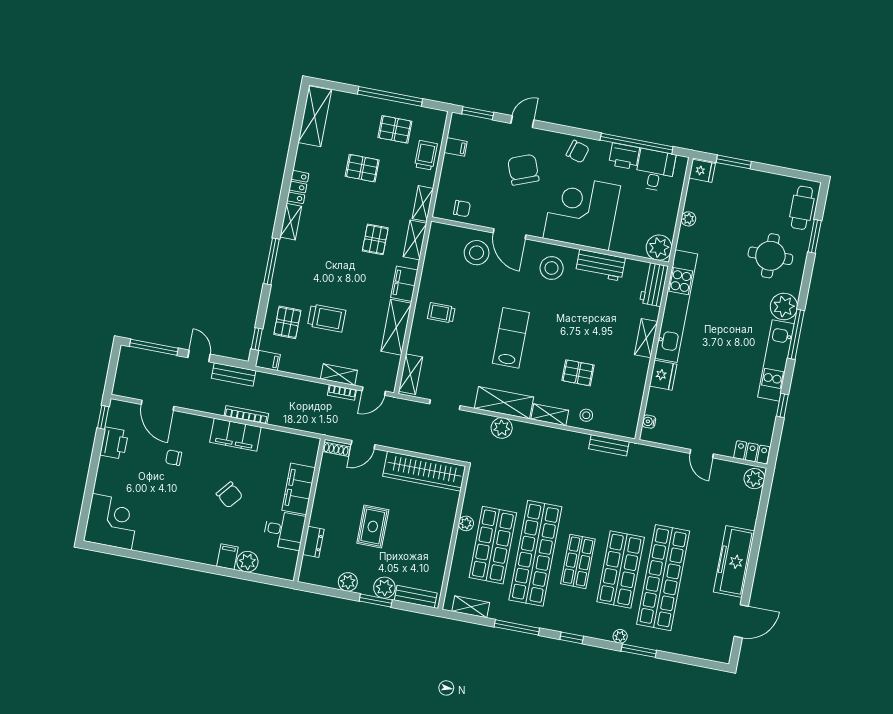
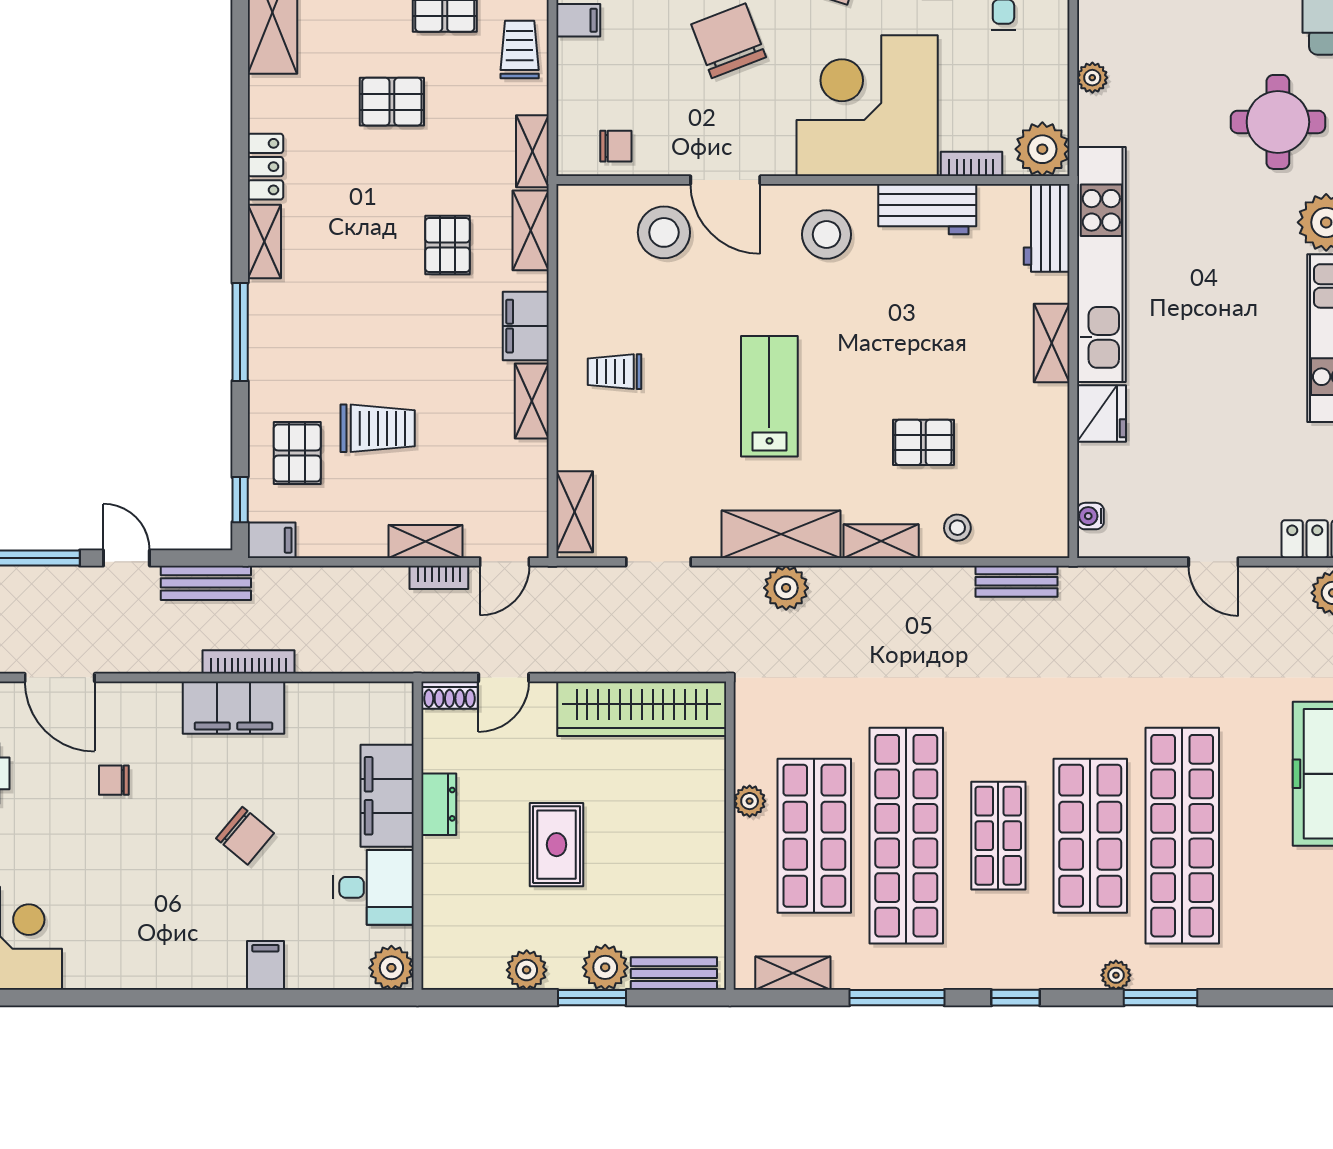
bookcase: (625, 248) -> (971, 164), added
shelving: (396, 327) -> (532, 401), width x0.67, depth x0.75
dresser: (313, 542) -> (439, 804), moved
plant: (247, 562) -> (391, 968), moved

